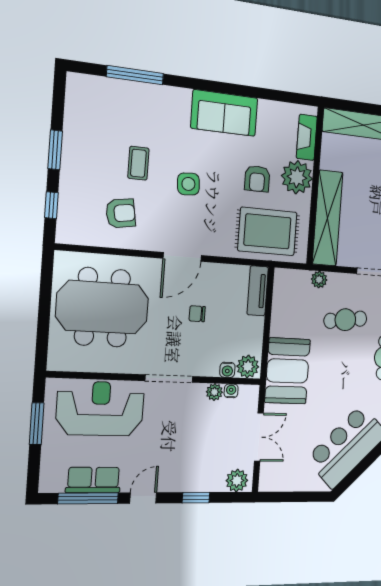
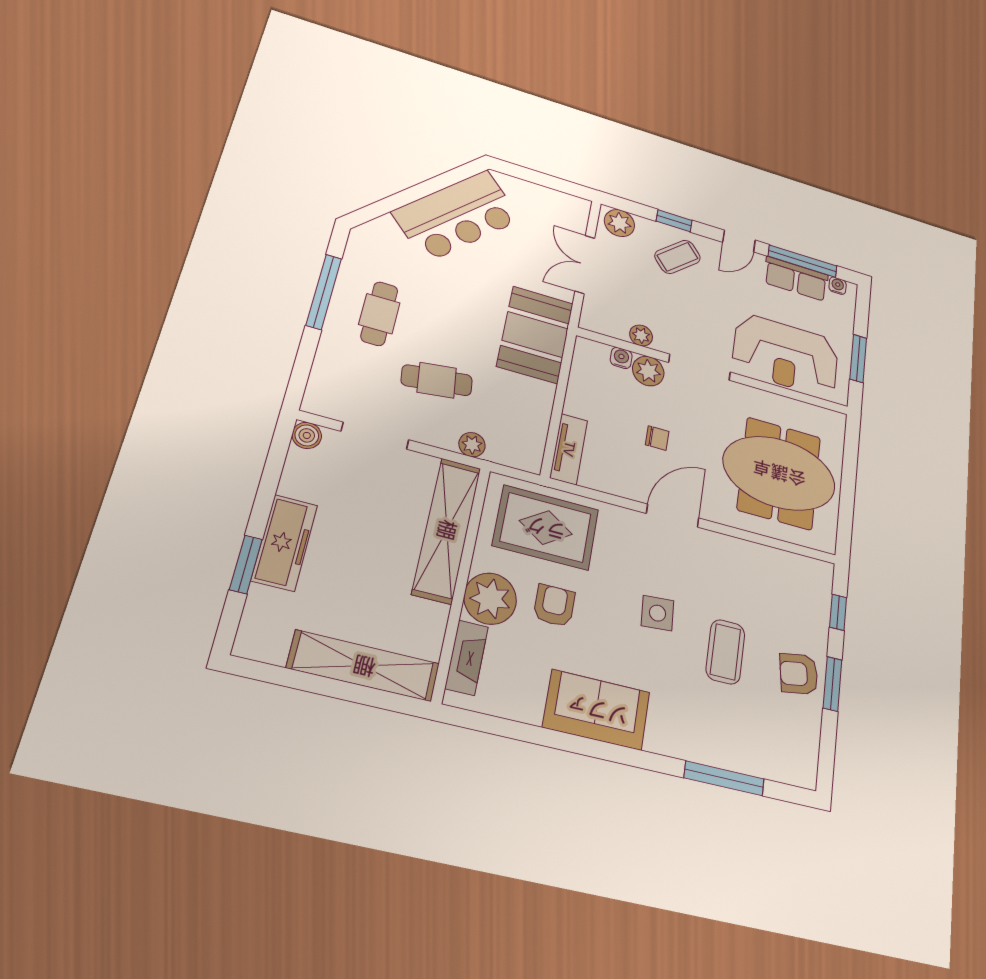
coffee table: (138, 163) -> (725, 652), width x1.36, depth x1.30
armchair: (121, 213) -> (799, 674), moved
plant: (248, 367) -> (648, 371), moved
water cooler: (231, 391) -> (838, 286), moved, turned 180
coffee table: (191, 467) -> (677, 257), added

